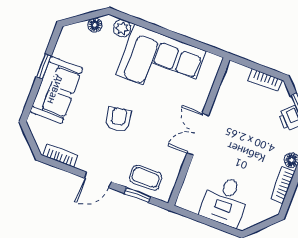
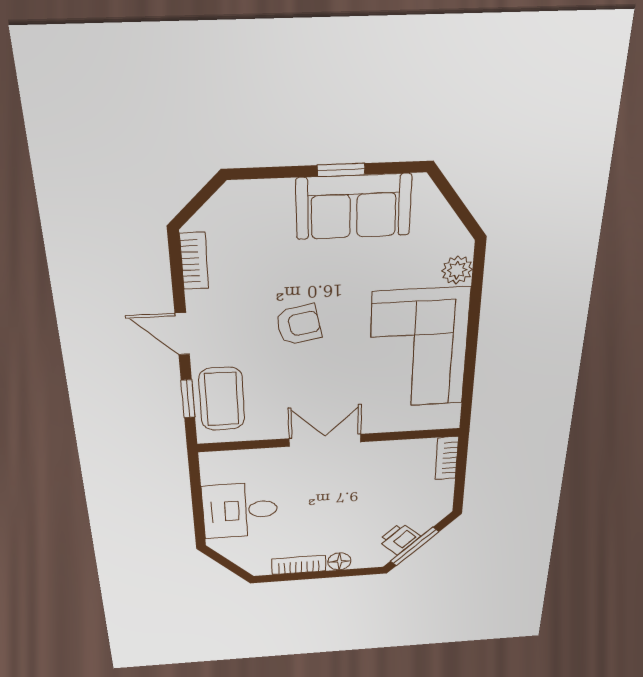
floor lamp: (95, 25) -> (448, 225), removed
bookcase: (265, 80) -> (447, 458), moved
sofa: (56, 90) -> (354, 207), moved
coffee table: (146, 178) -> (222, 399), width x1.36, depth x1.30

